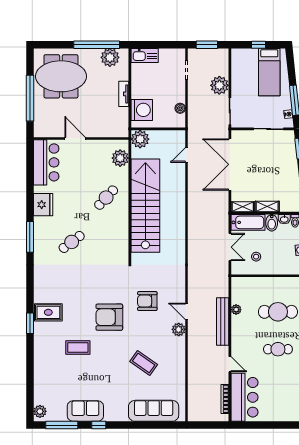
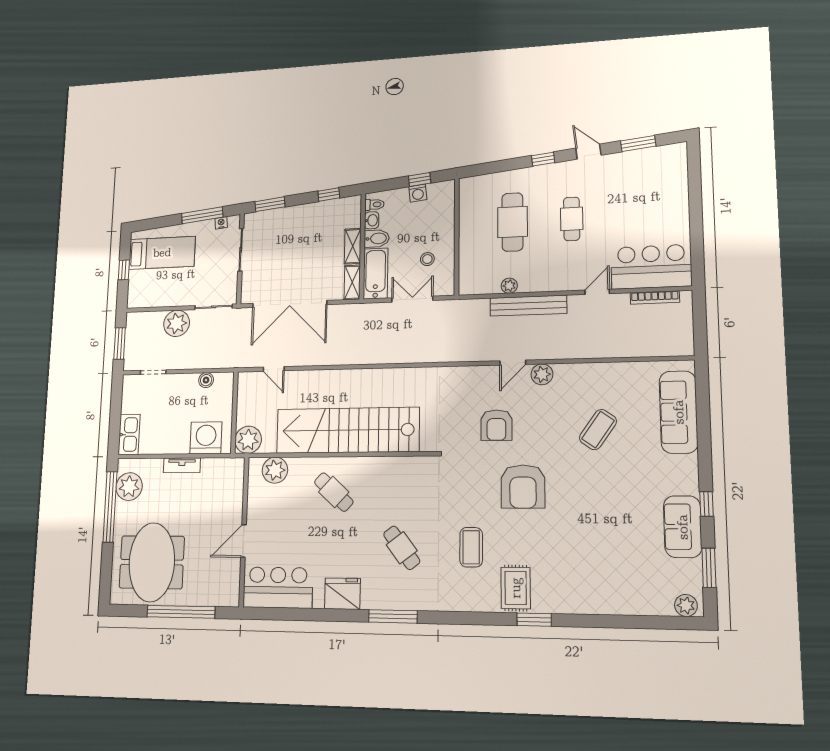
coffee table: (78, 347) -> (471, 547), moved
window: (62, 425) -> (709, 568), width x0.69

